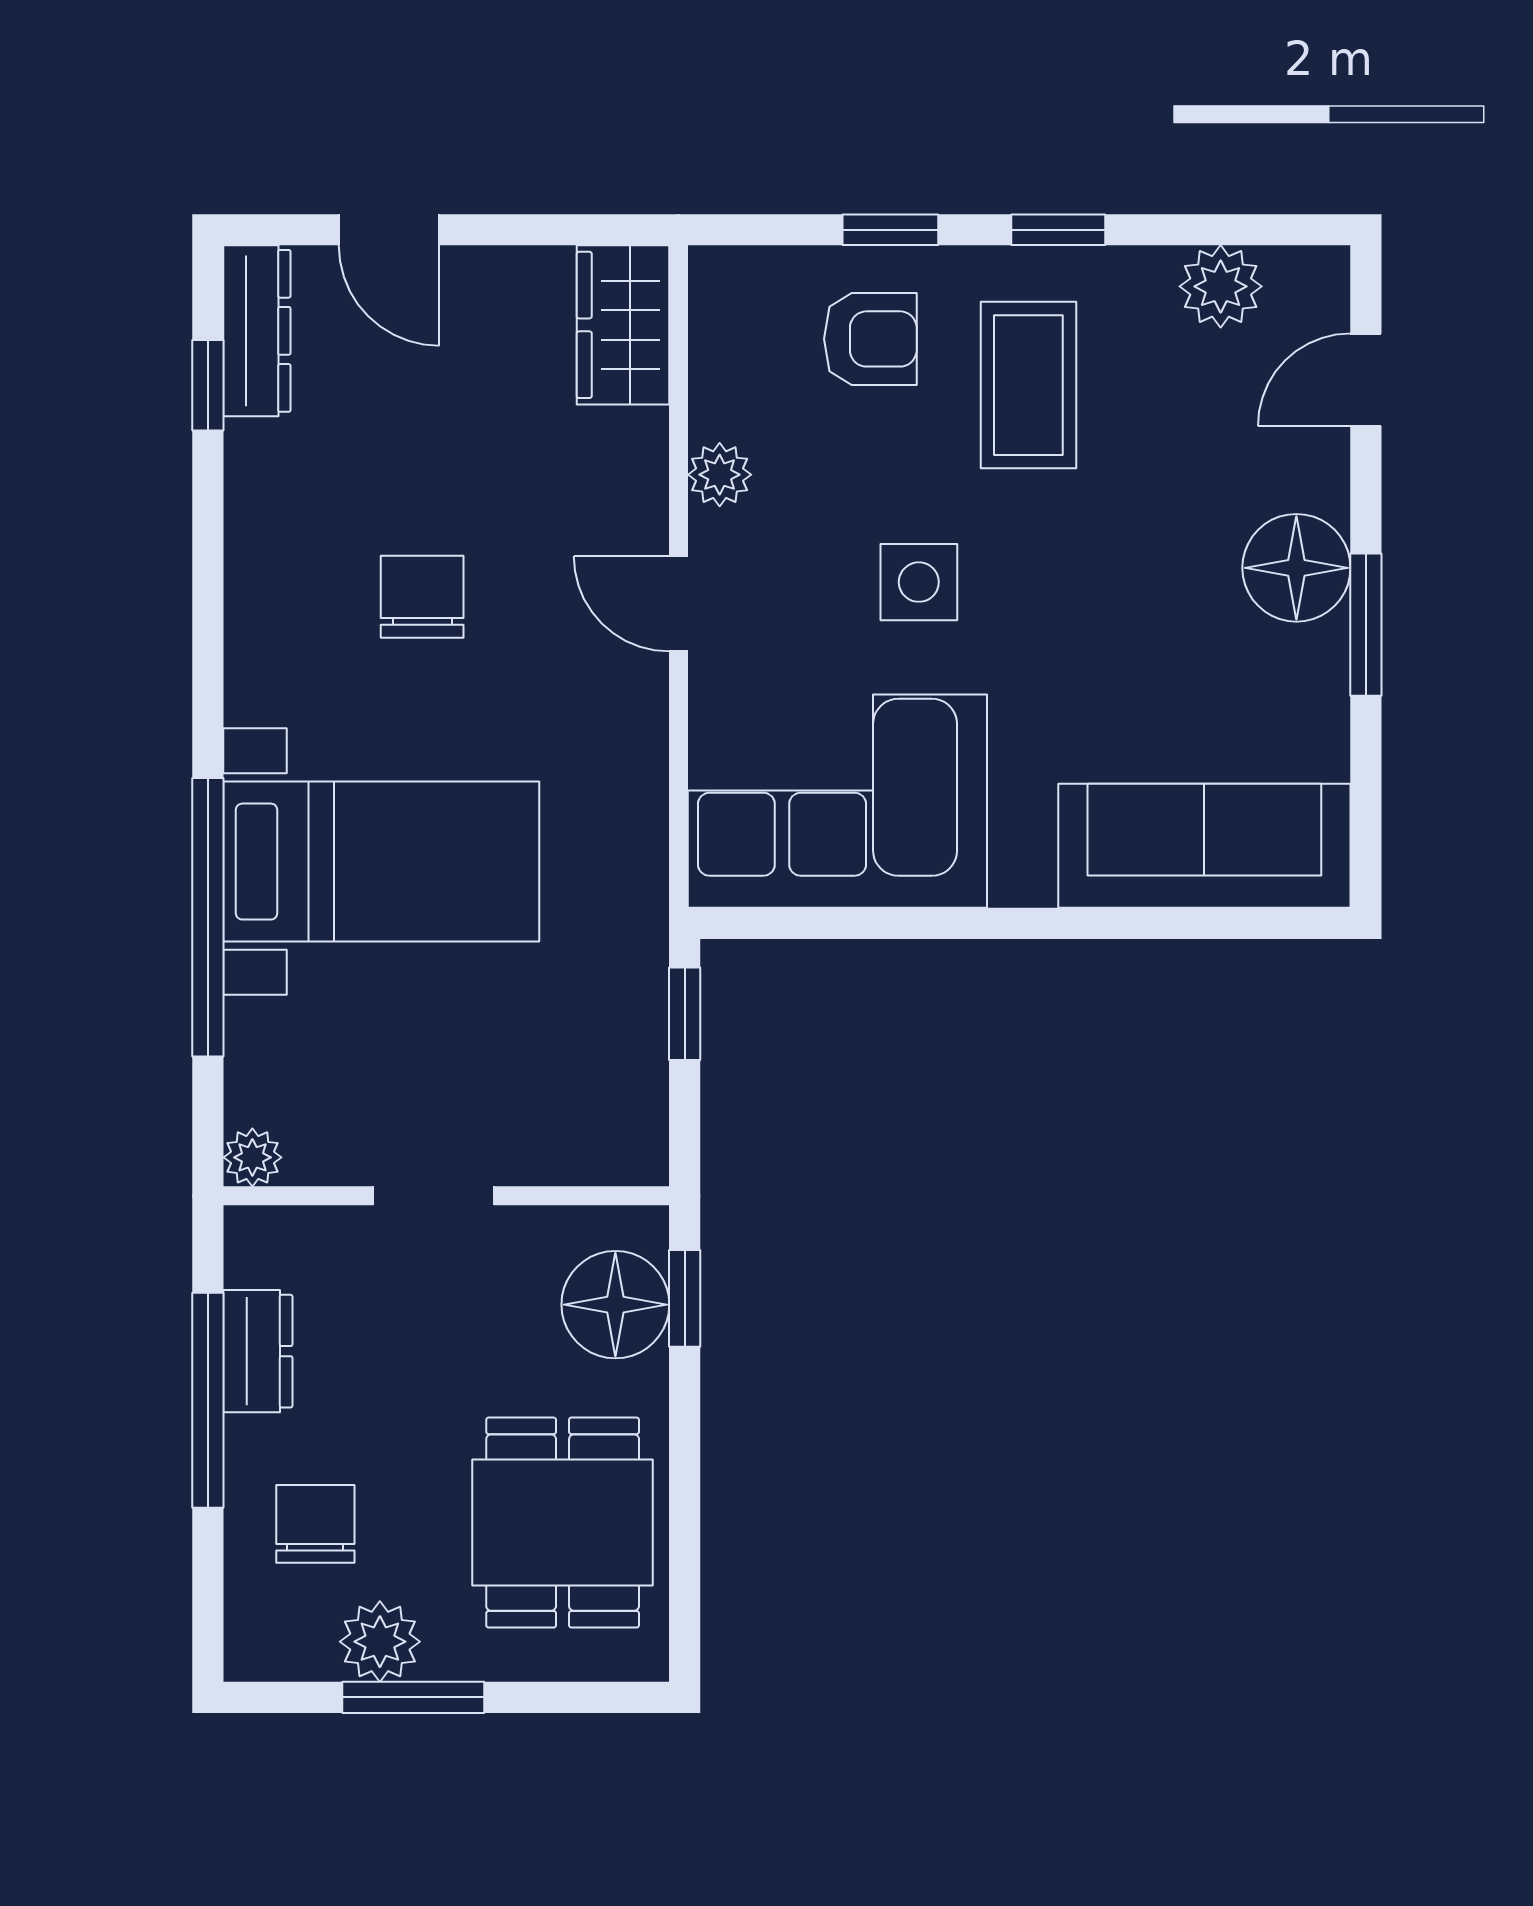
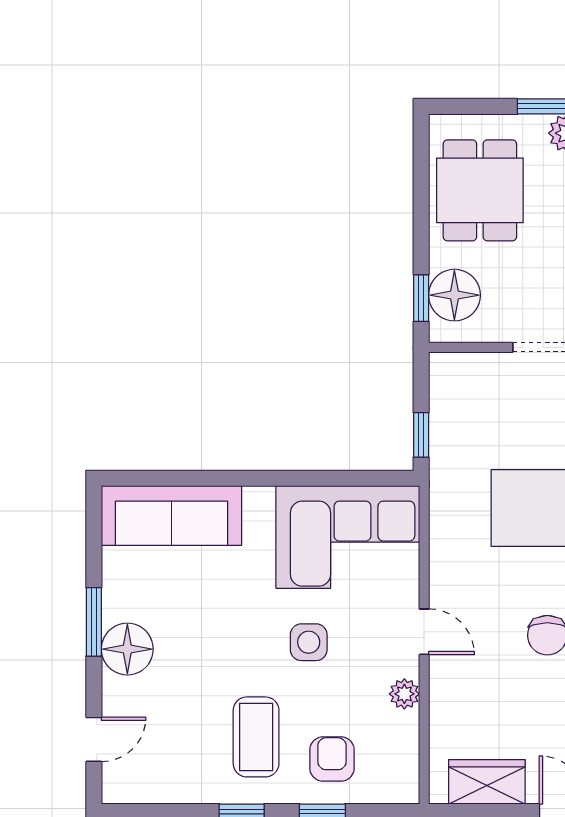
plant: (1221, 286) -> (164, 784), removed
wardrobe: (623, 325) -> (487, 782), moved, turned -90
armchair: (870, 339) -> (332, 759), turned 90

